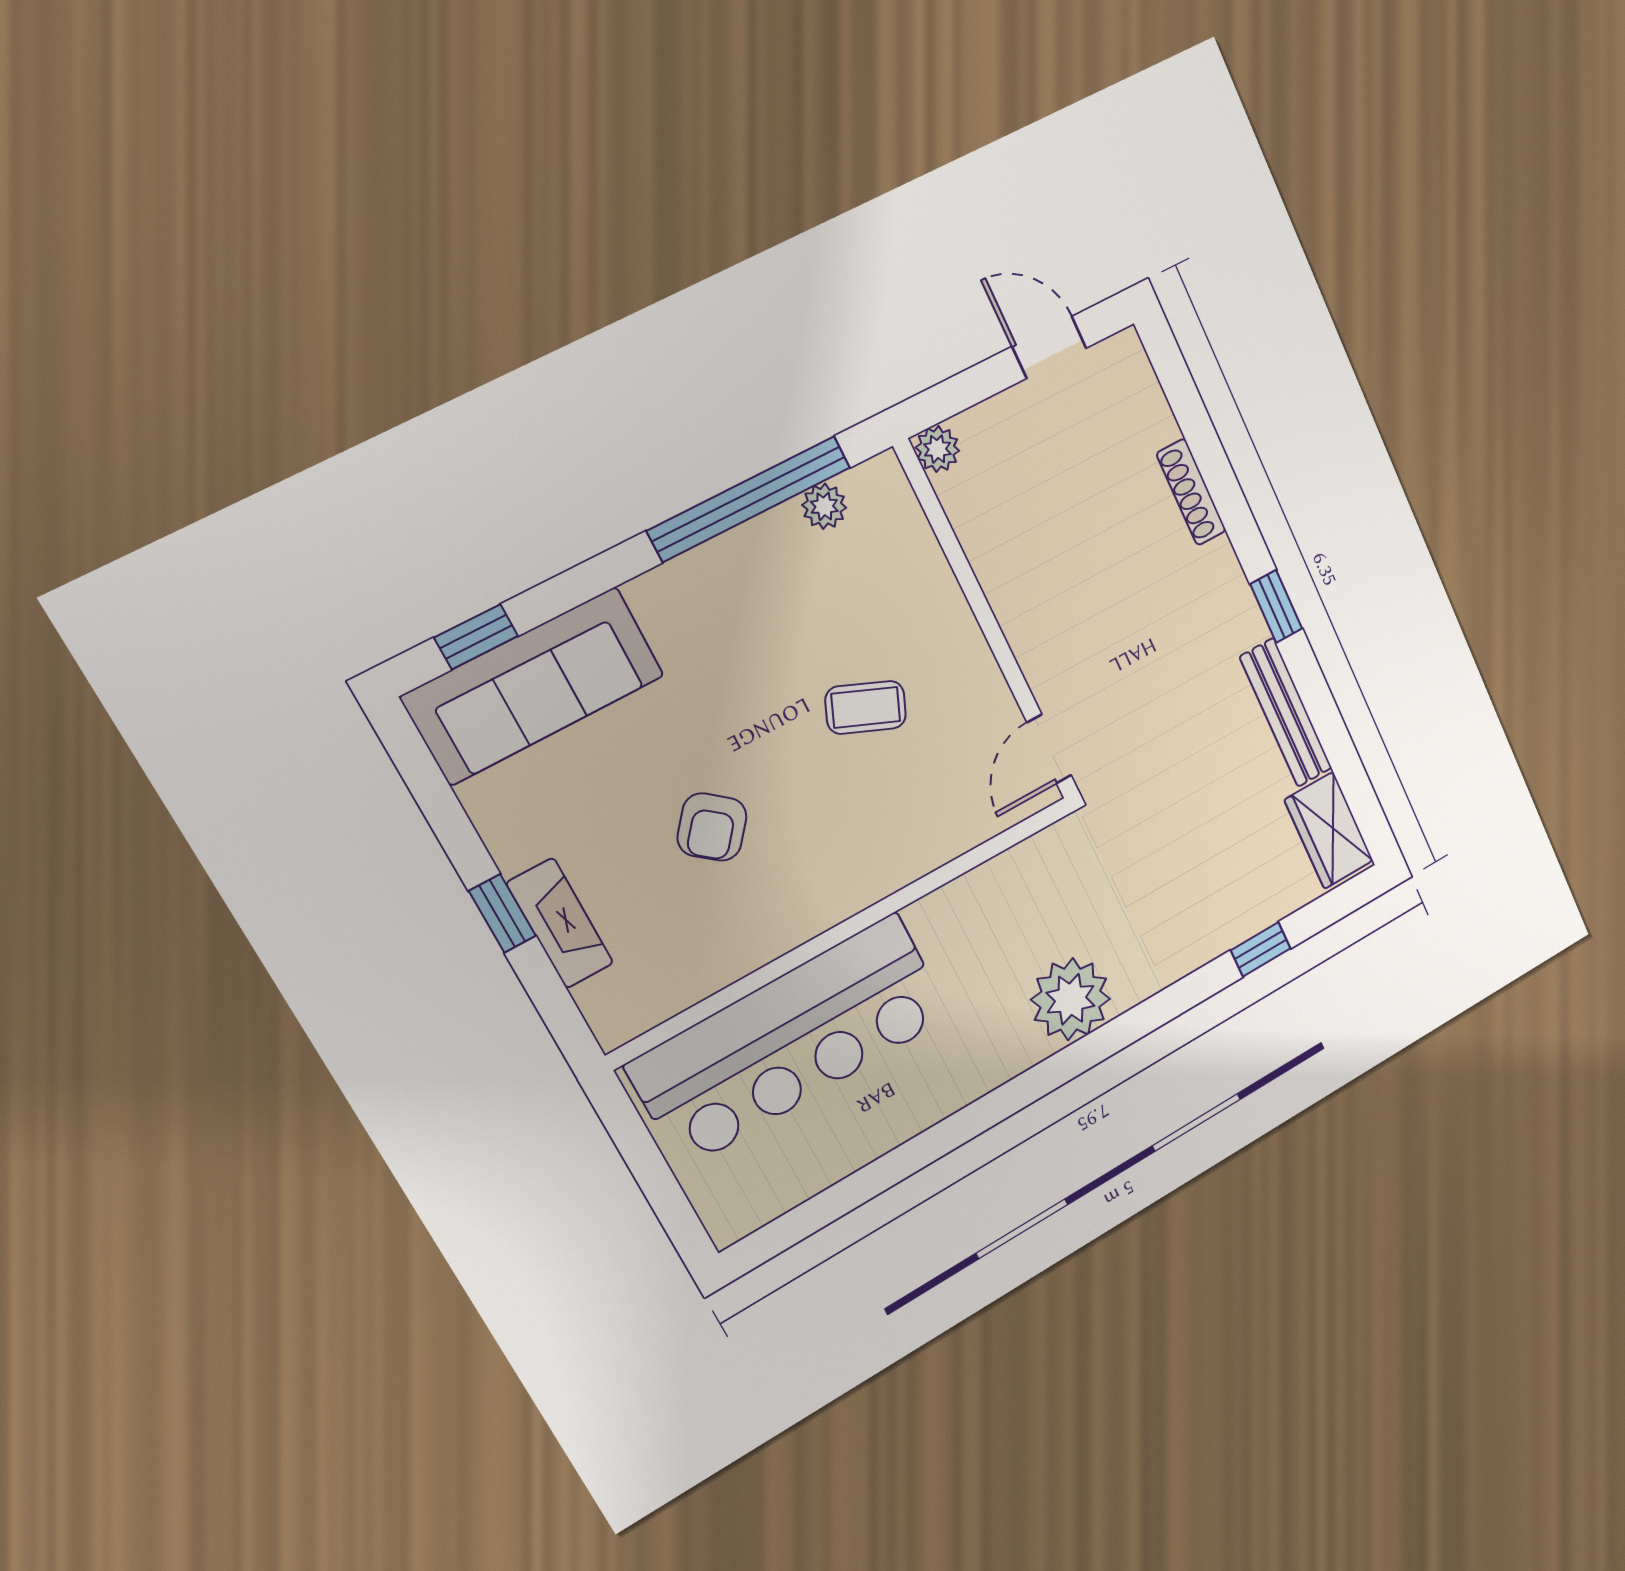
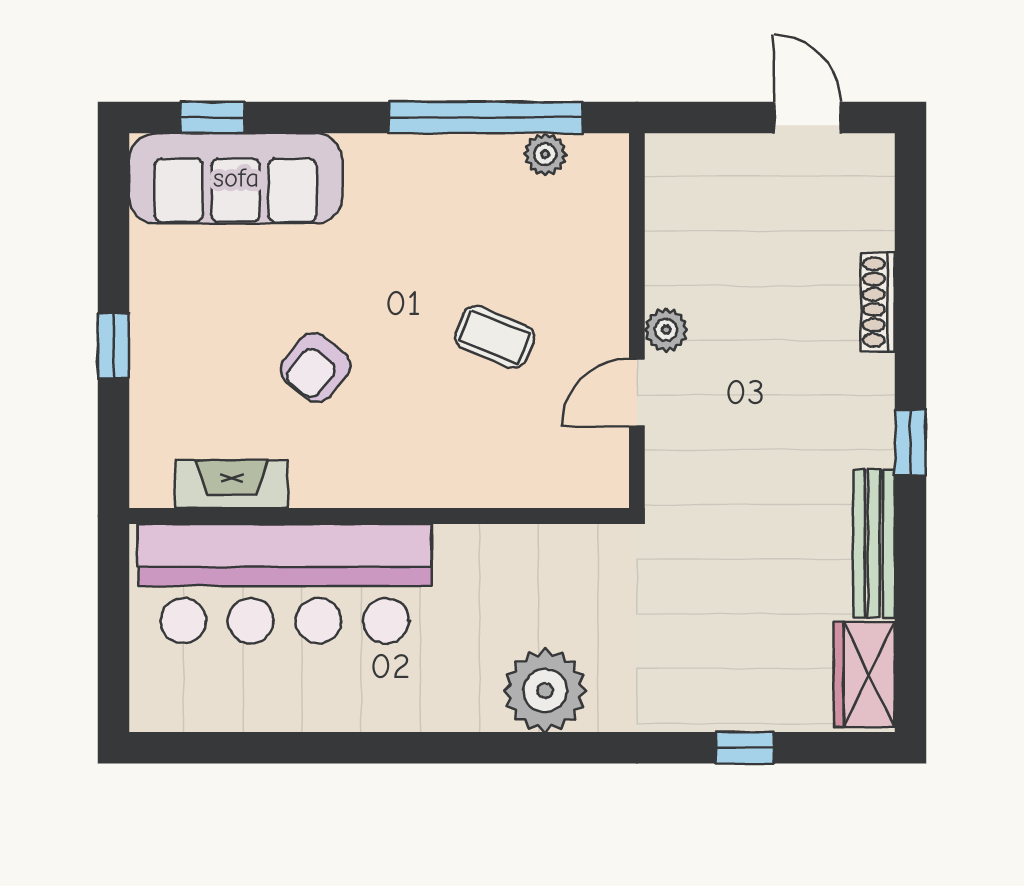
plant: (937, 449) -> (666, 330), moved
door: (1049, 749) -> (637, 393), moved
fireplace: (560, 923) -> (232, 484), moved, turned -90

